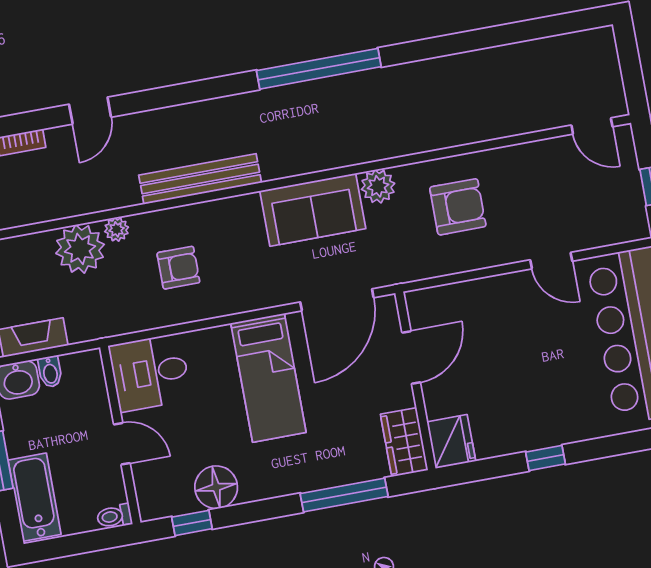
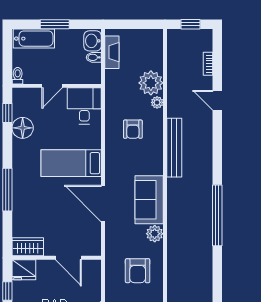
door: (411, 357) -> (68, 258), moved
wall: (415, 381) -> (57, 258), moved
wardrobe: (404, 442) -> (28, 247), moved
fridge: (451, 442) -> (24, 270), moved

